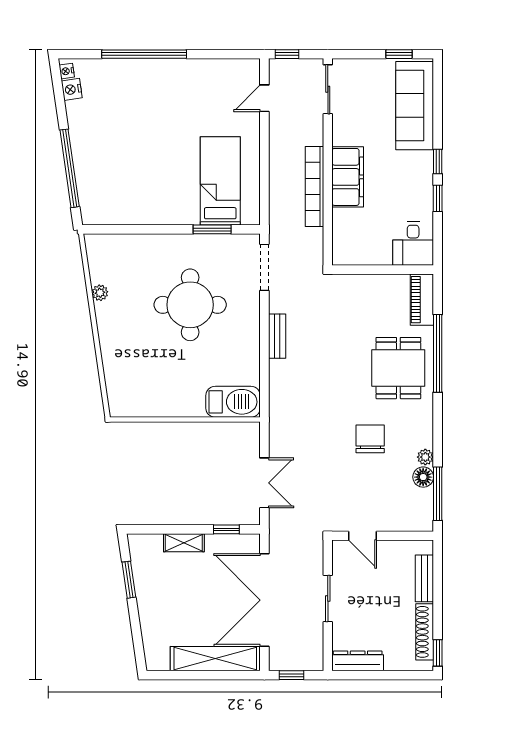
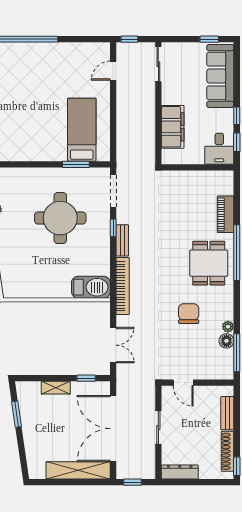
bookcase: (314, 187) -> (123, 286), moved, turned 180
desk: (413, 243) -> (219, 149), moved
wall: (383, 270) -> (198, 167), moved
window: (264, 319) -> (113, 228), added

